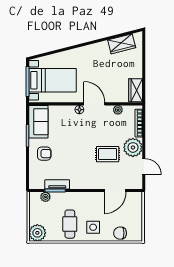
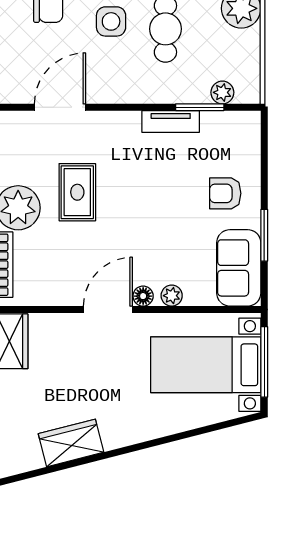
wardrobe: (122, 44) -> (71, 443), moved
door: (94, 104) -> (108, 309), swing flipped
plant: (118, 110) -> (172, 296), moved
rug: (108, 154) -> (77, 192), turned 90
tv unit: (57, 184) -> (171, 121), moved

